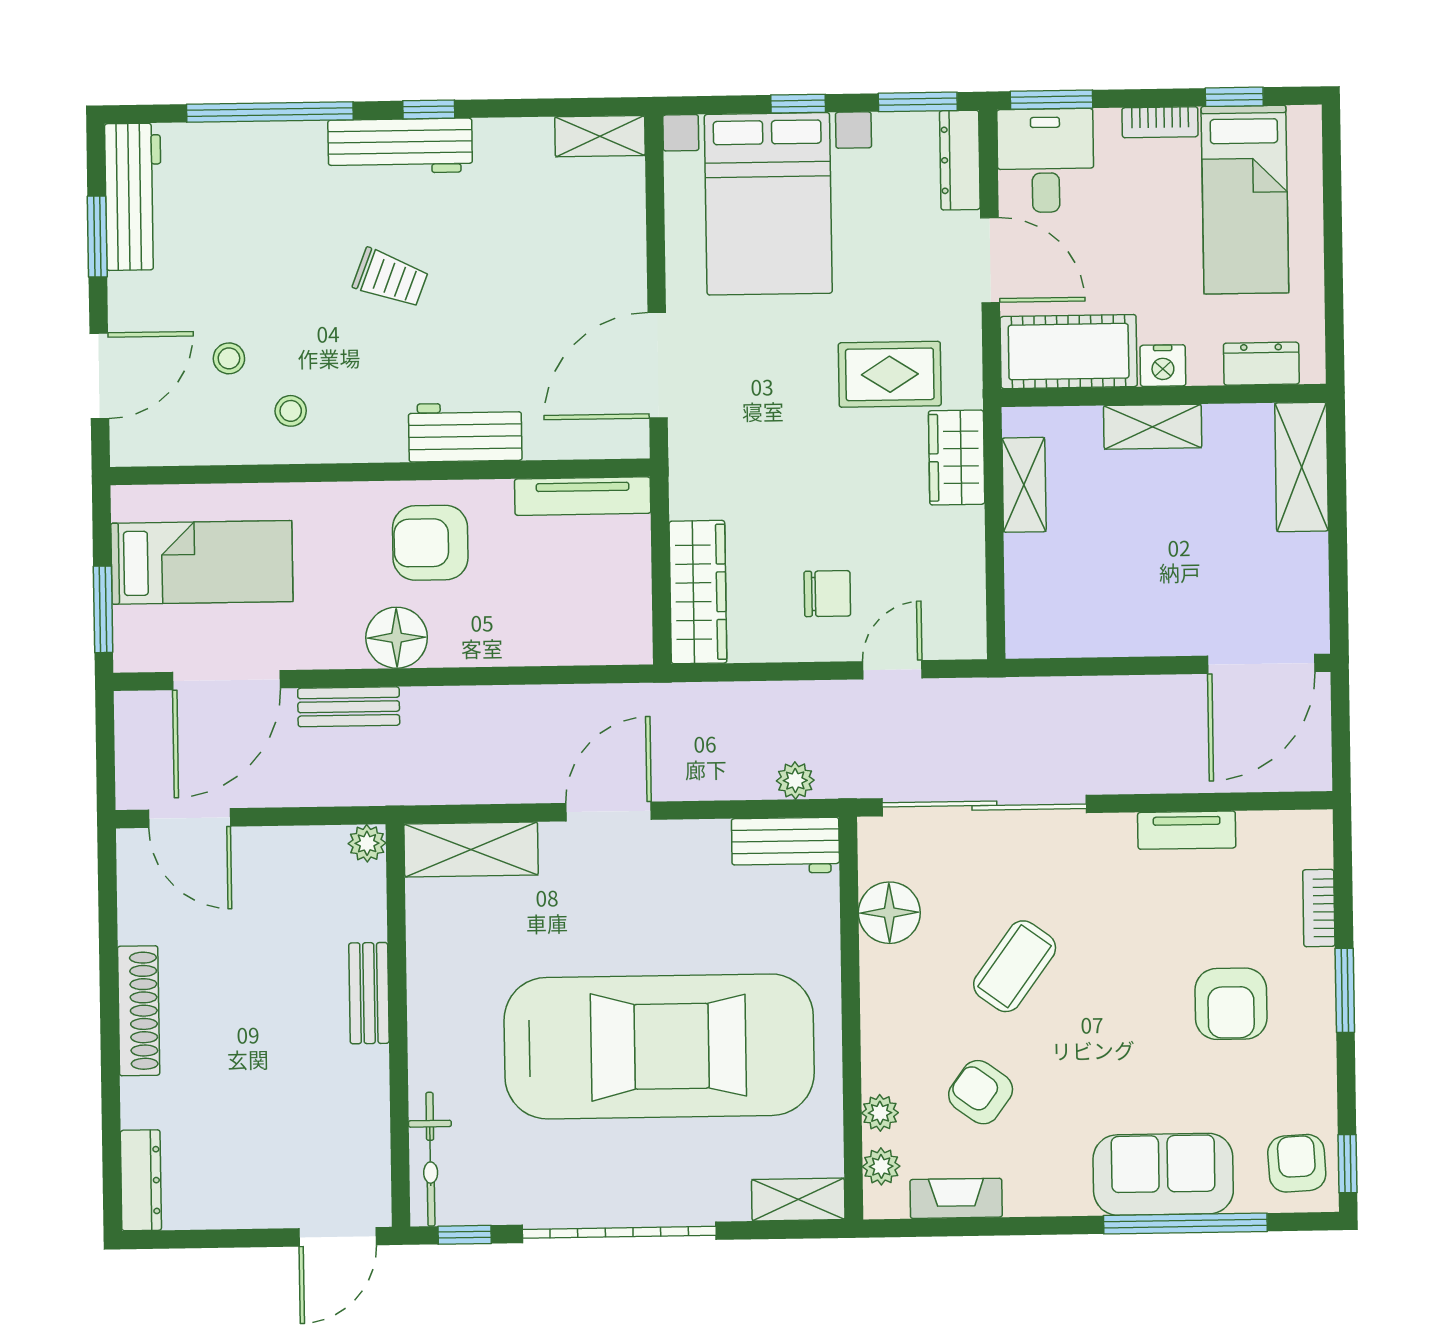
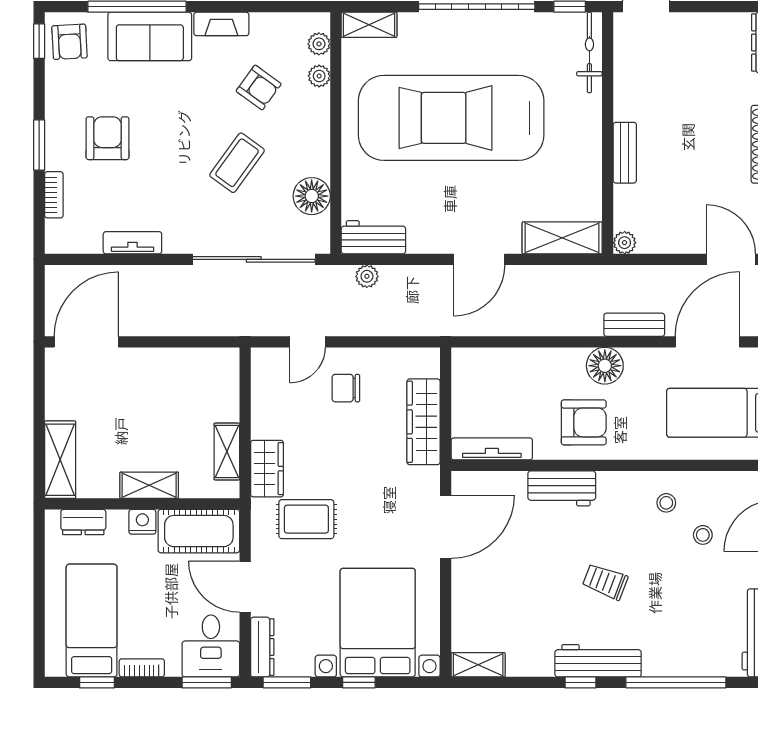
wardrobe: (698, 592) -> (424, 422), moved
fireplace: (956, 1198) -> (221, 24), moved

